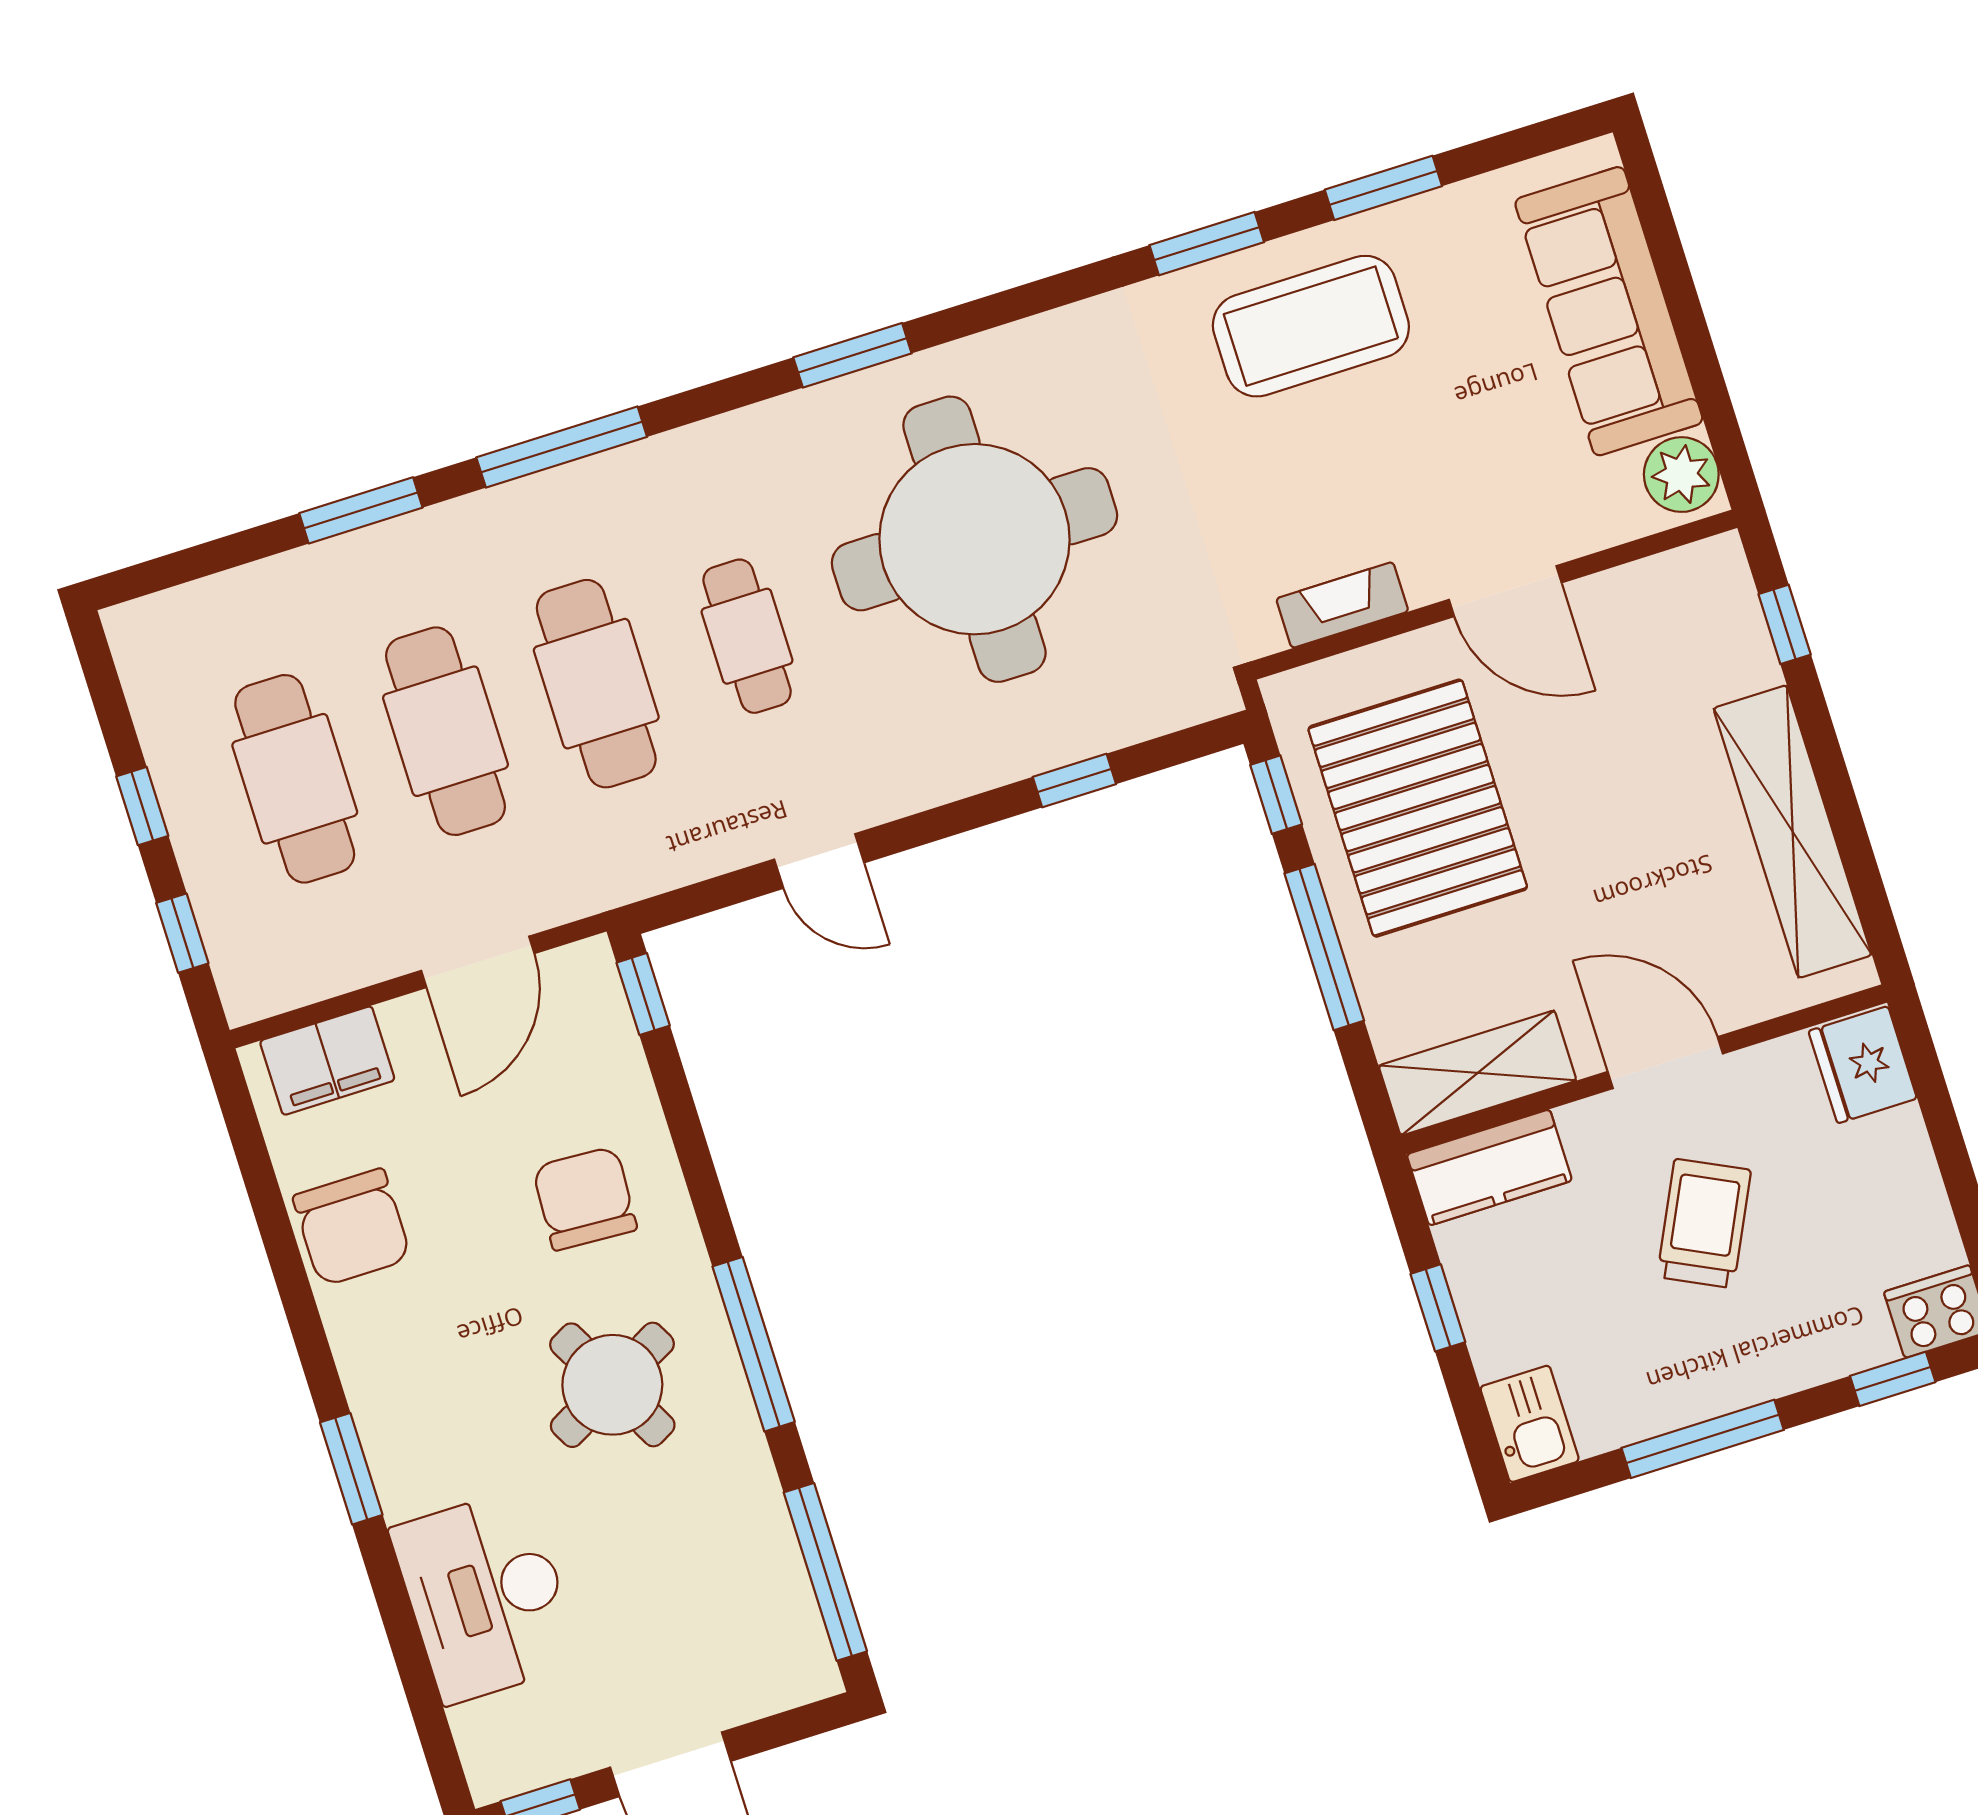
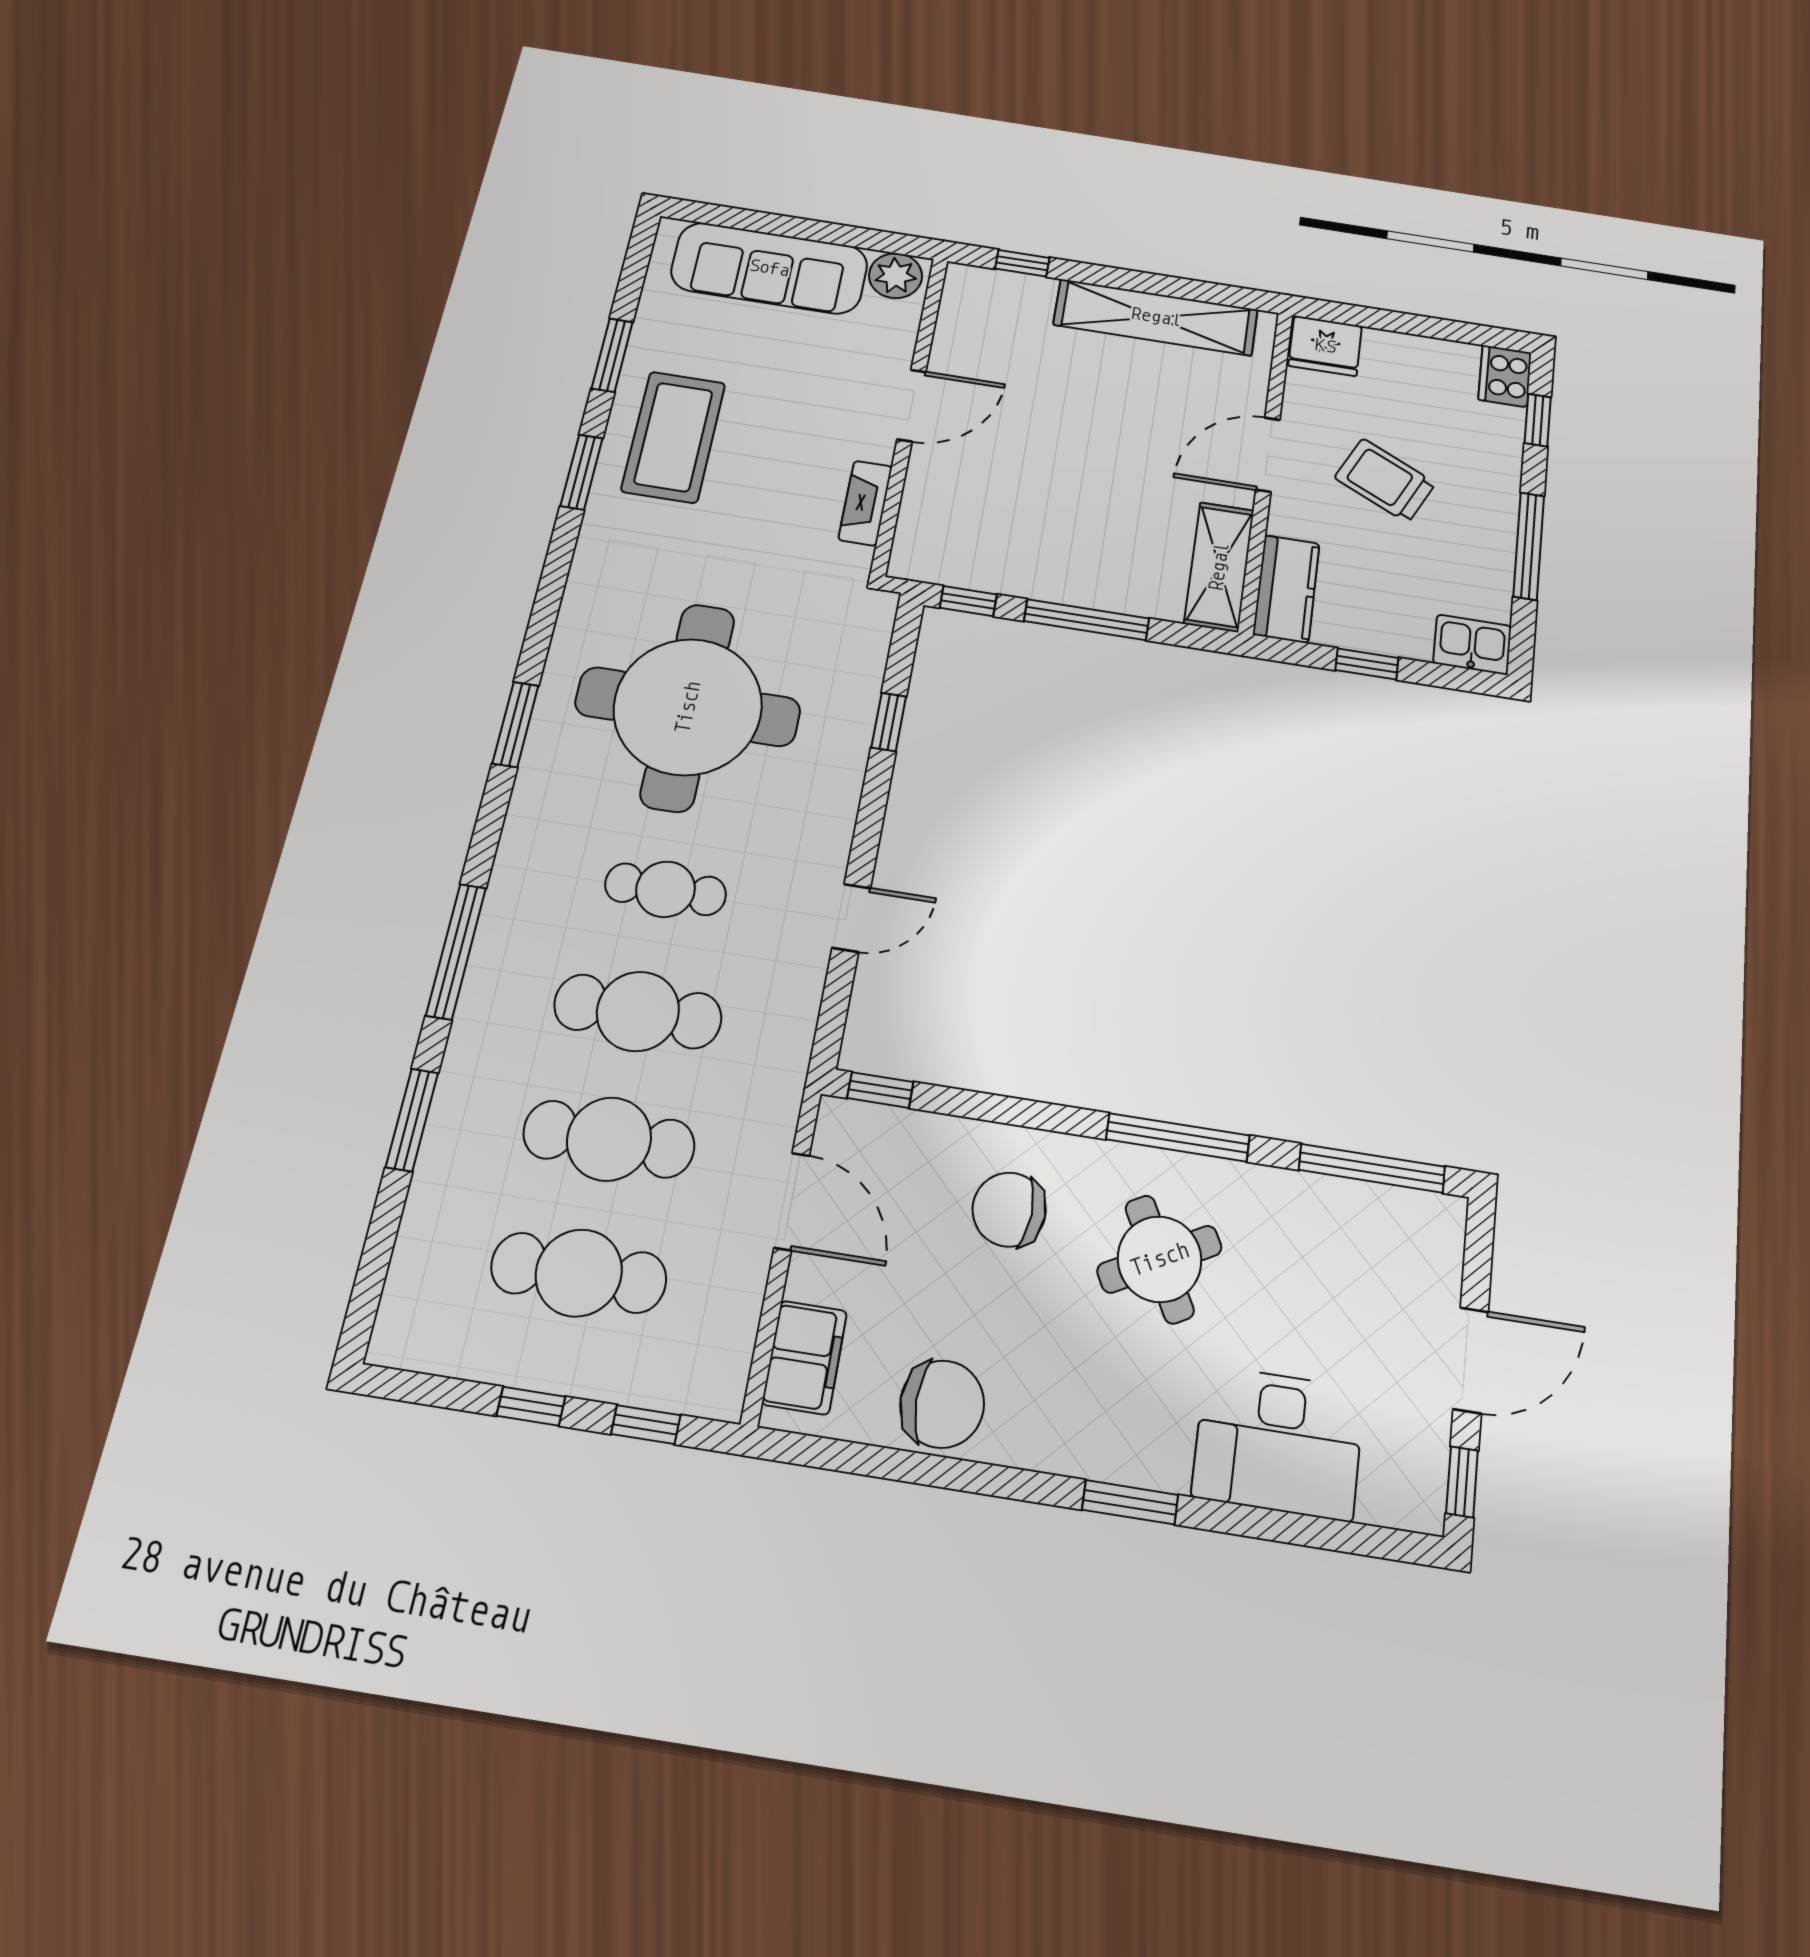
pallet: (1418, 808) -> (1024, 521), removed

